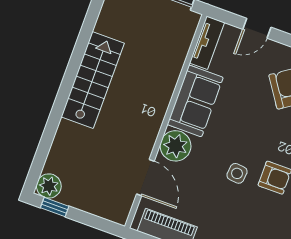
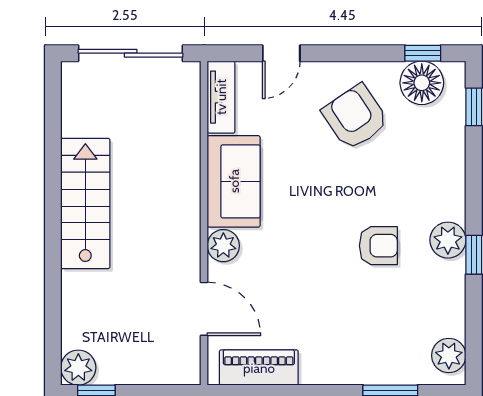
plant: (176, 146) -> (223, 246), width x0.73, depth x0.73
side table: (237, 173) -> (325, 258), removed

